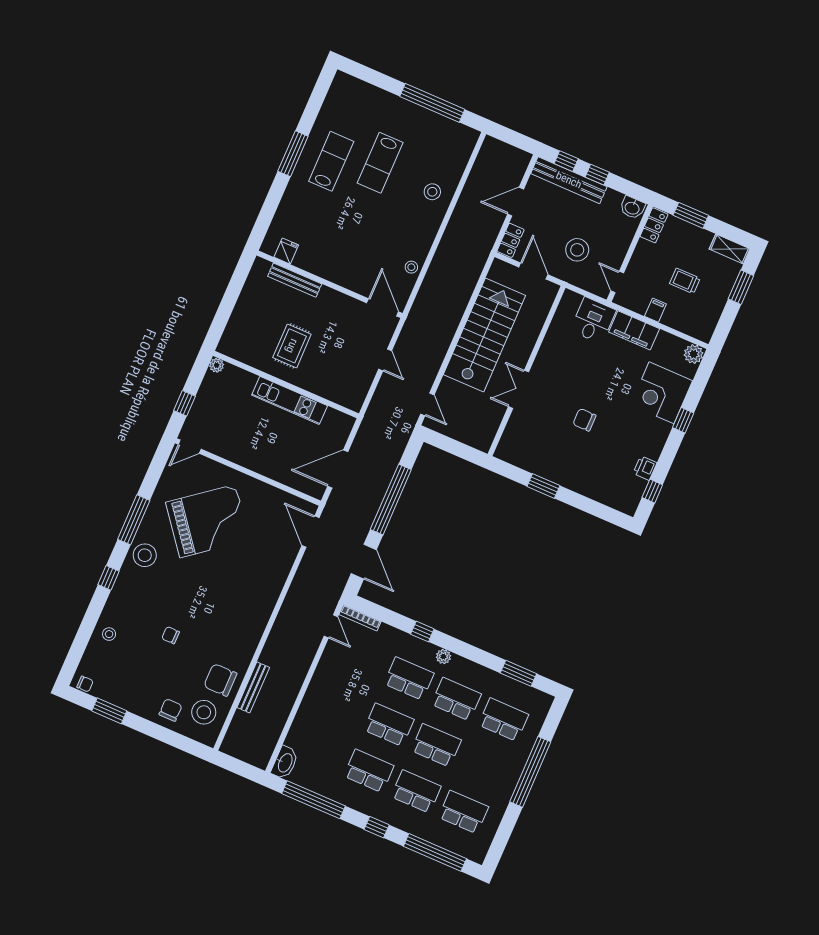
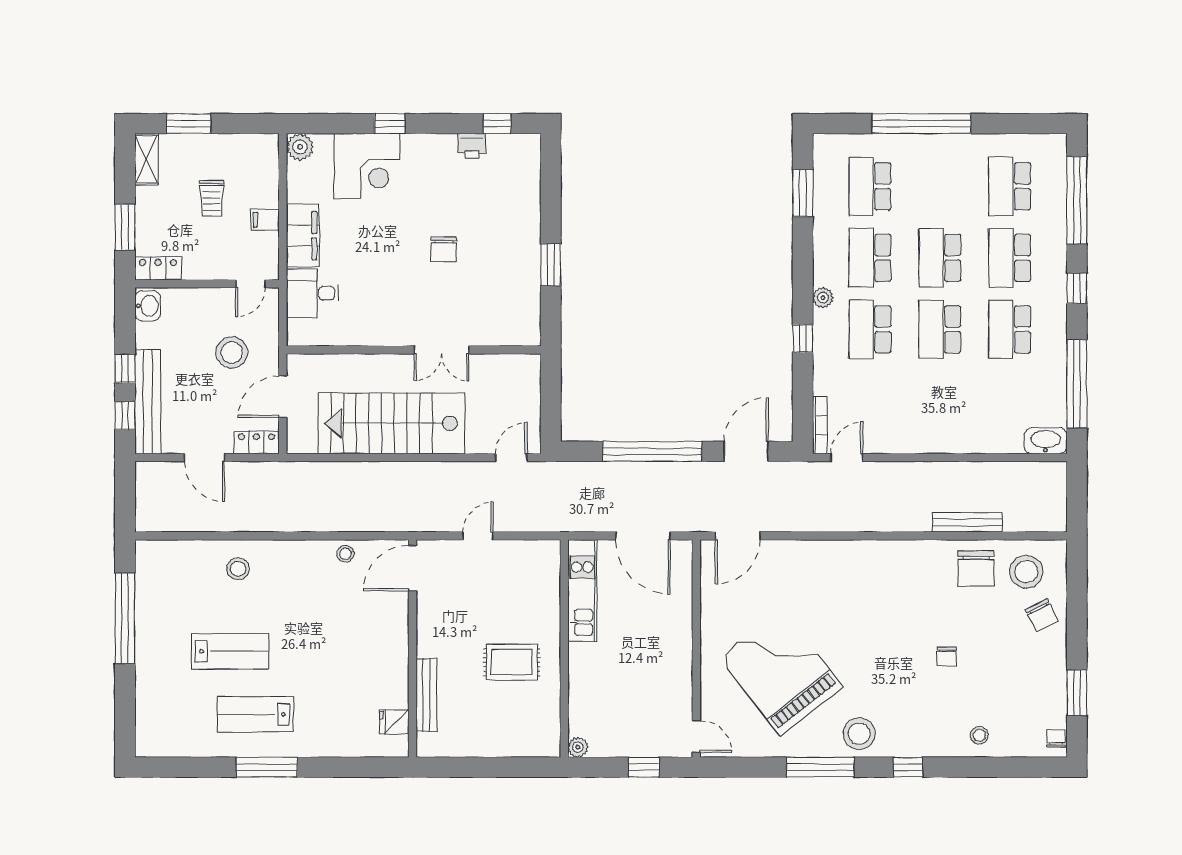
kitchen unit: (290, 400) -> (582, 591), moved
chair: (171, 710) -> (1042, 615), turned -117

